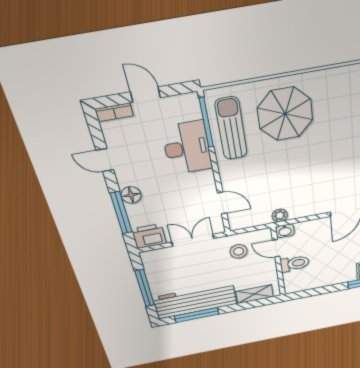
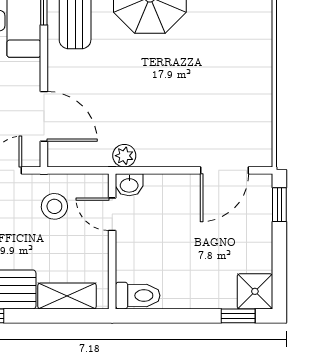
door: (222, 203) -> (44, 116), width x1.38
toilet: (295, 263) -> (138, 296), moved

